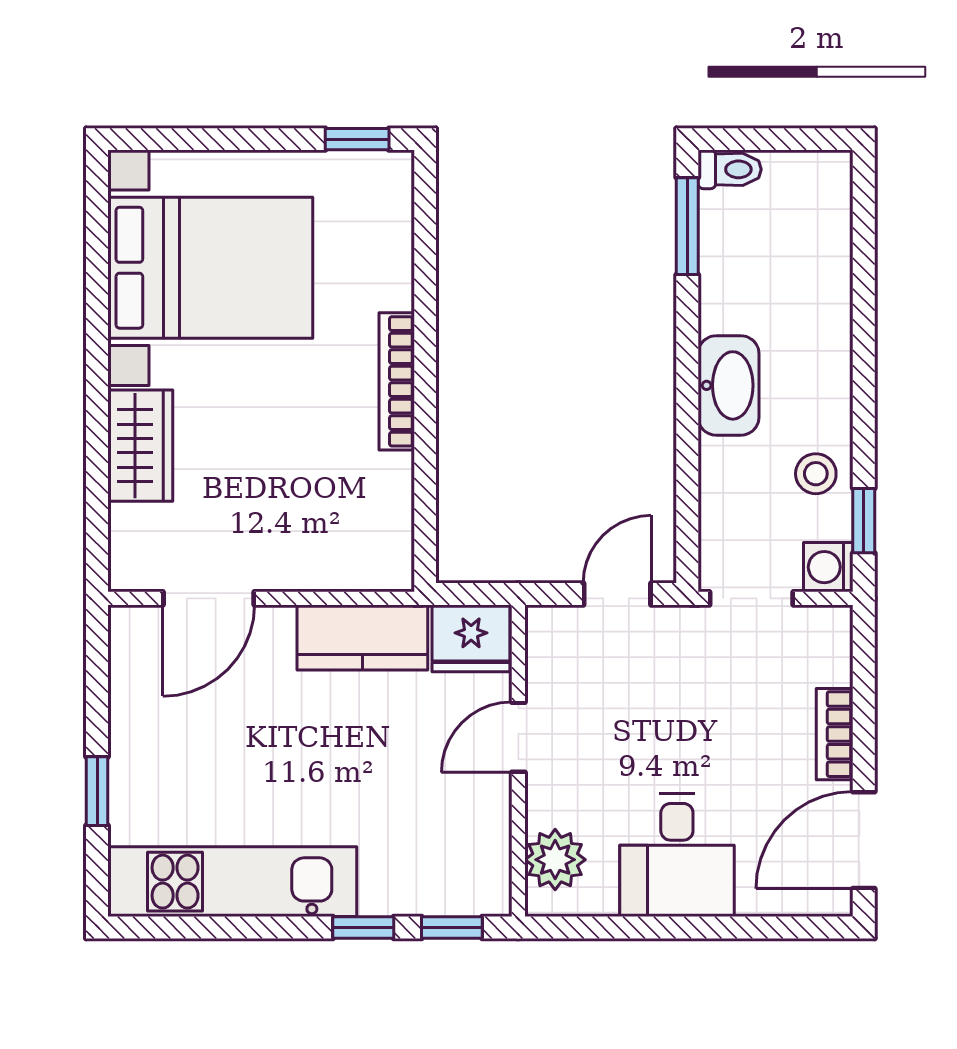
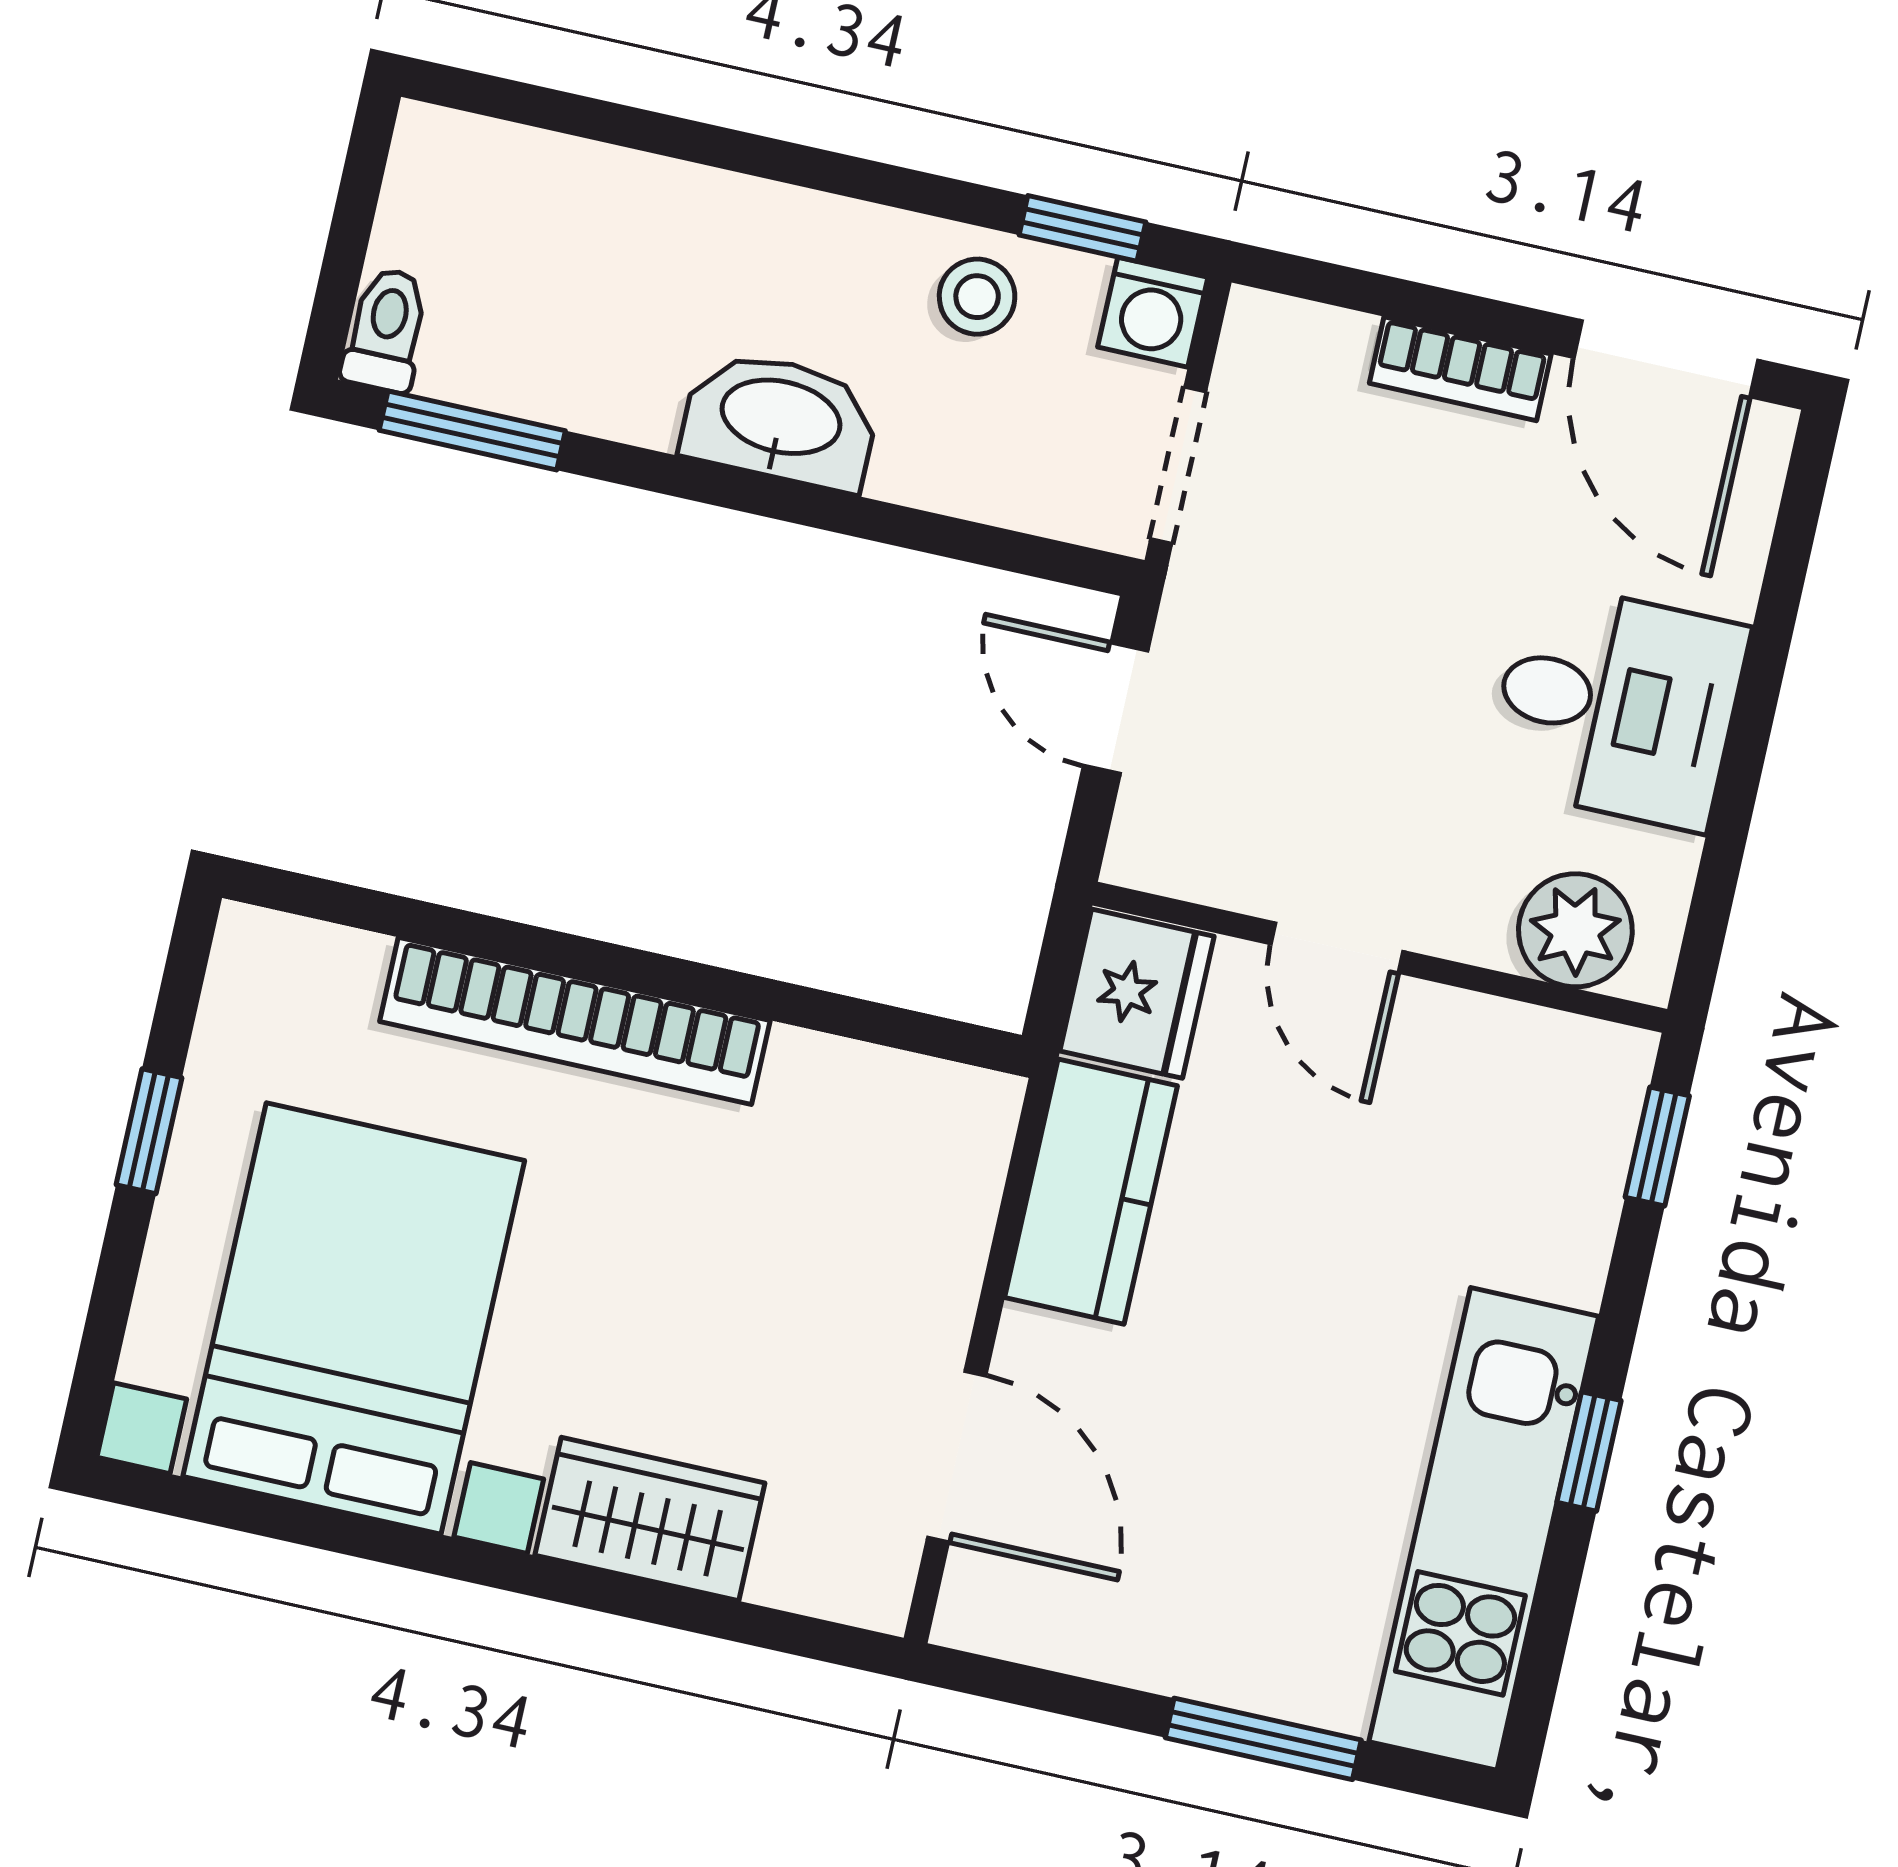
window: (357, 139) -> (149, 1131), moved
bookcase: (397, 381) -> (575, 1021), width x1.48, depth x1.31
window: (97, 791) -> (1263, 1739), width x1.50
window: (363, 927) -> (1589, 1451), moved

